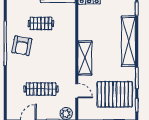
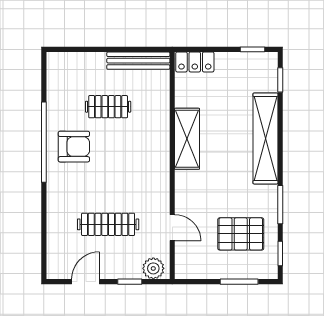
armchair: (22, 46) -> (74, 147), turned -100
shelving: (85, 58) -> (187, 139), moved
pallet: (115, 94) -> (241, 234), width x0.73, depth x0.71

